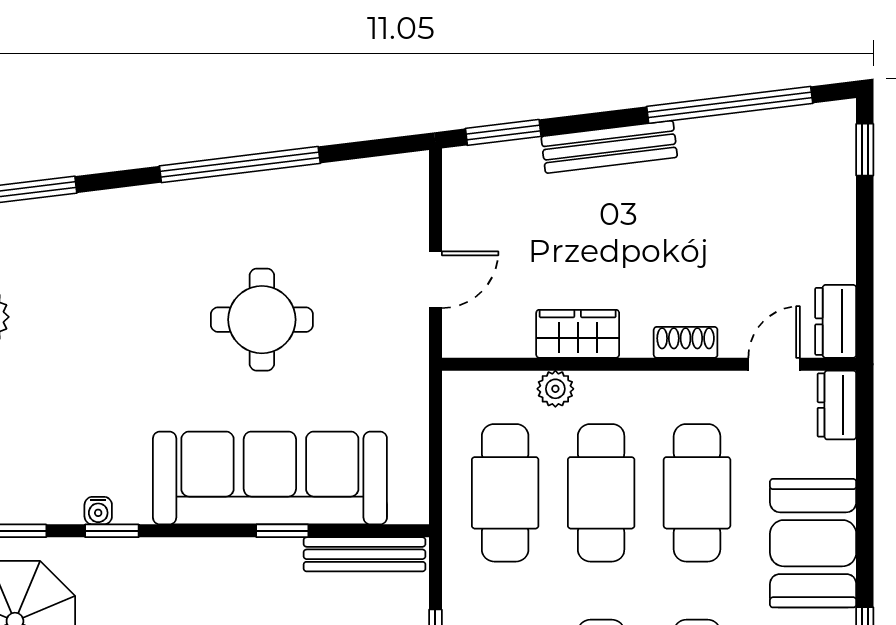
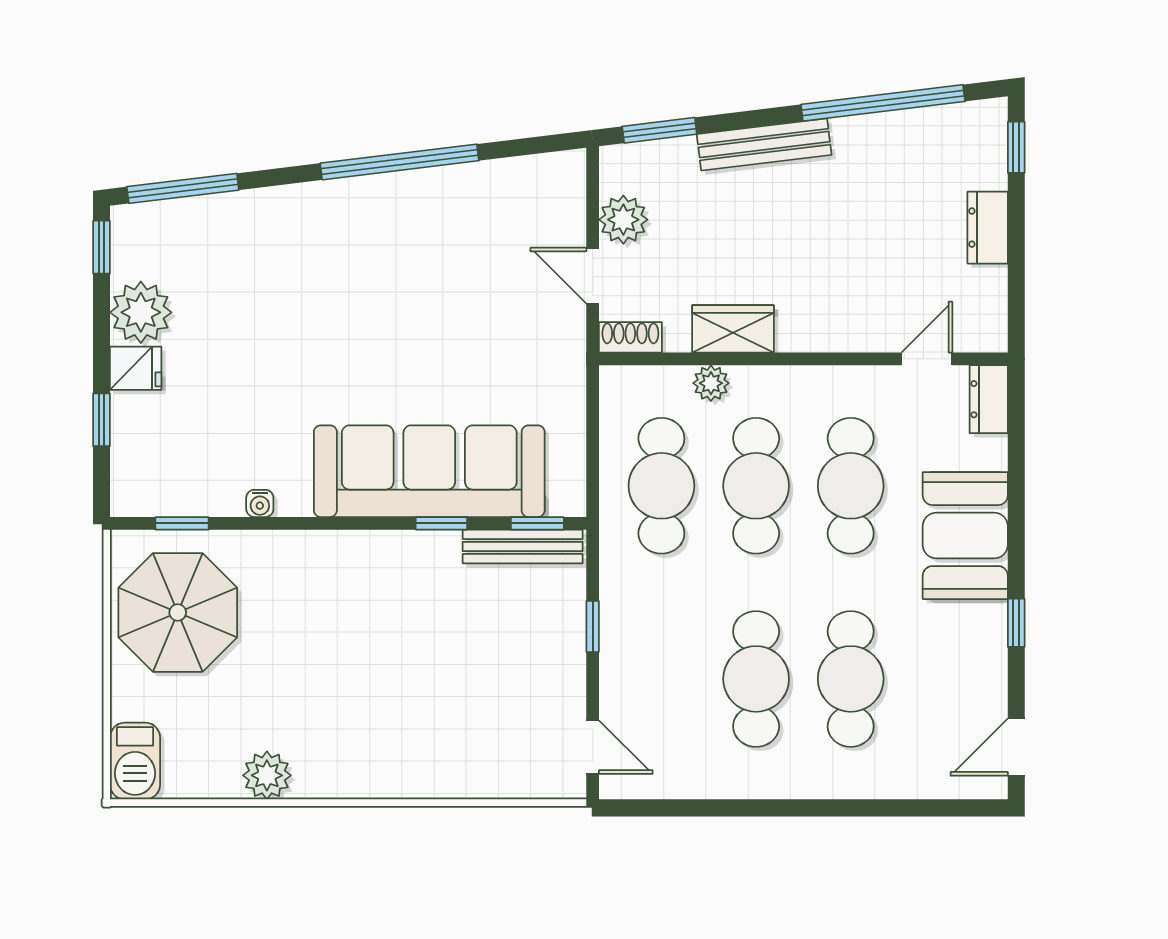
plant: (467, 223) -> (623, 220), added
door: (435, 280) -> (593, 276), swing flipped
round table: (262, 320) -> (421, 315), removed
dresser: (836, 321) -> (988, 228), moved
shoe rack: (686, 342) -> (630, 337), moved
window: (112, 531) -> (537, 523), moved

